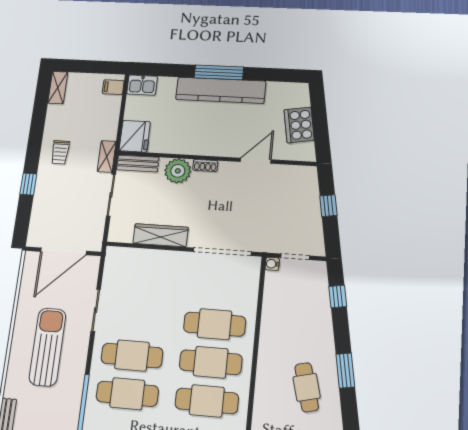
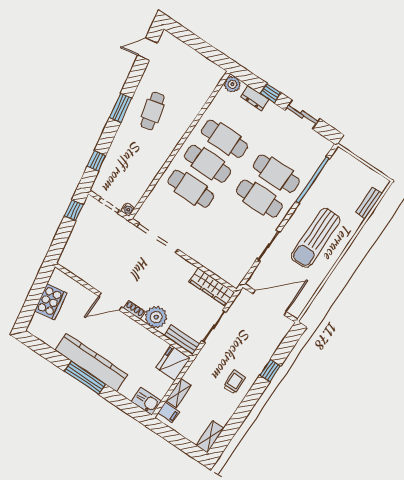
shelving: (107, 156) -> (179, 393), moved
door: (256, 161) -> (110, 302), moved
window: (328, 206) -> (74, 210), moved
wardrobe: (161, 235) -> (212, 287), moved

